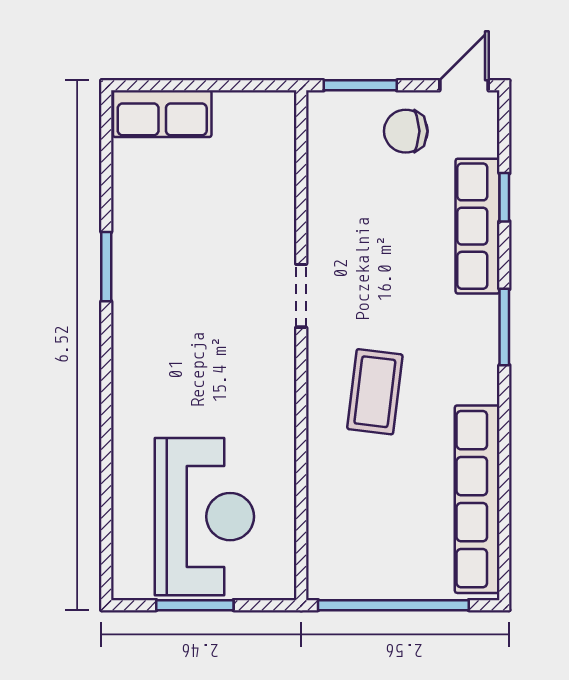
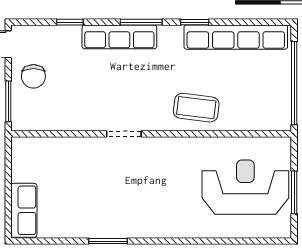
row of seats: (478, 226) -> (119, 37), moved
coffee table: (375, 392) -> (196, 108), moved
window: (504, 424) -> (195, 22), added

